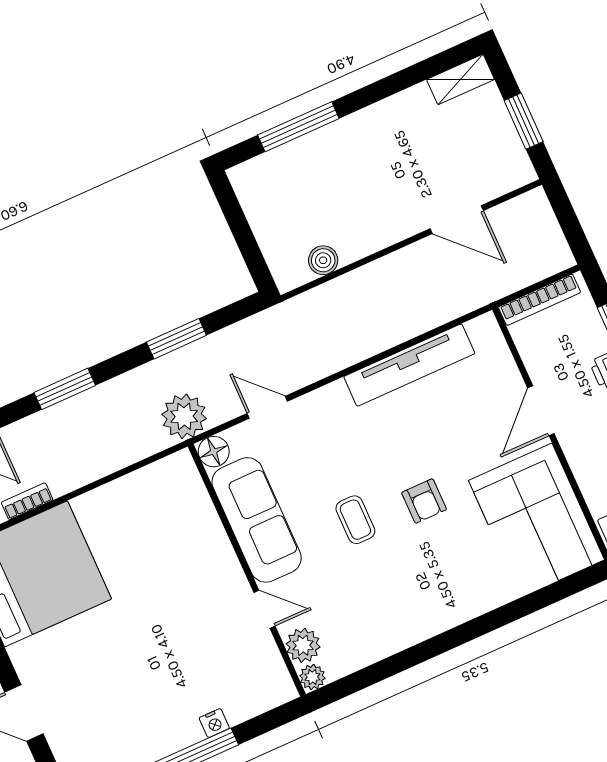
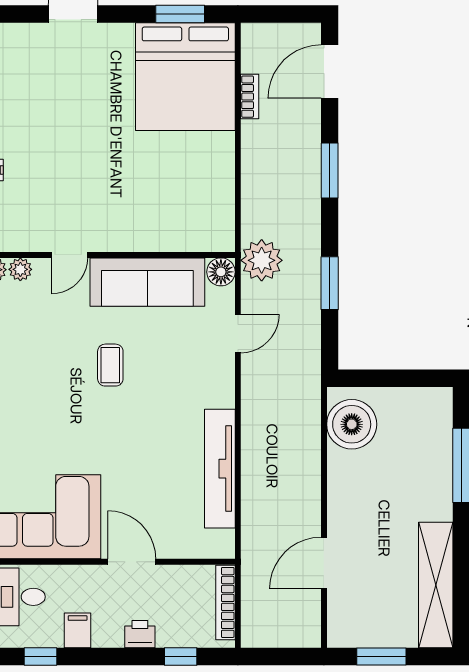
shelving: (460, 79) -> (436, 585), width x2.20, depth x1.33
boiler: (323, 260) -> (352, 424), width x1.86, depth x1.86
armchair: (424, 501) -> (100, 430), removed
coffee table: (355, 520) -> (110, 365), turned 90
plant: (303, 645) -> (20, 269), width x0.73, depth x0.73

